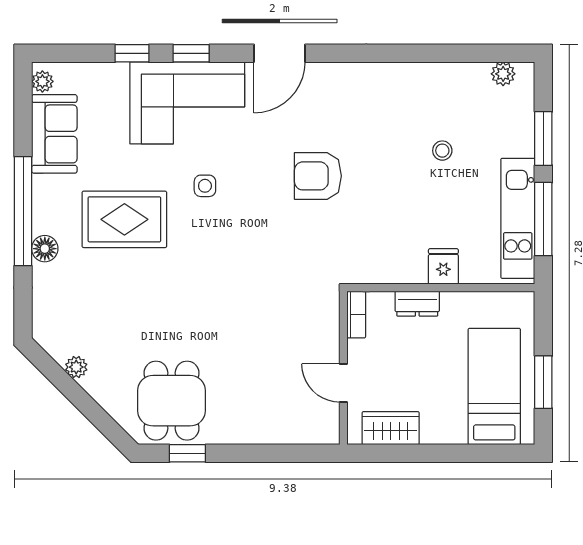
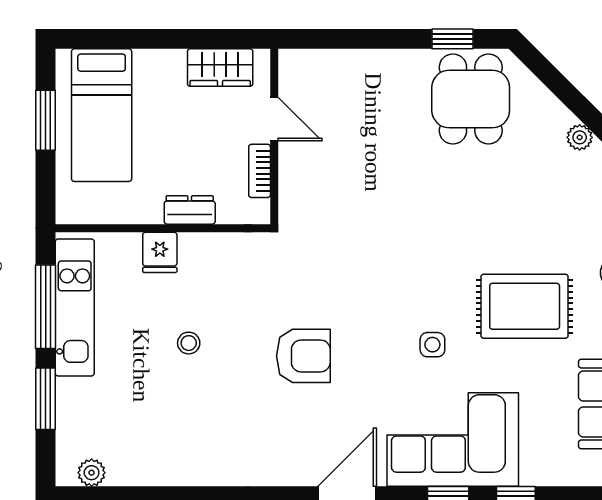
stool: (442, 151) -> (189, 343), moved
bookcase: (356, 315) -> (260, 171), moved

